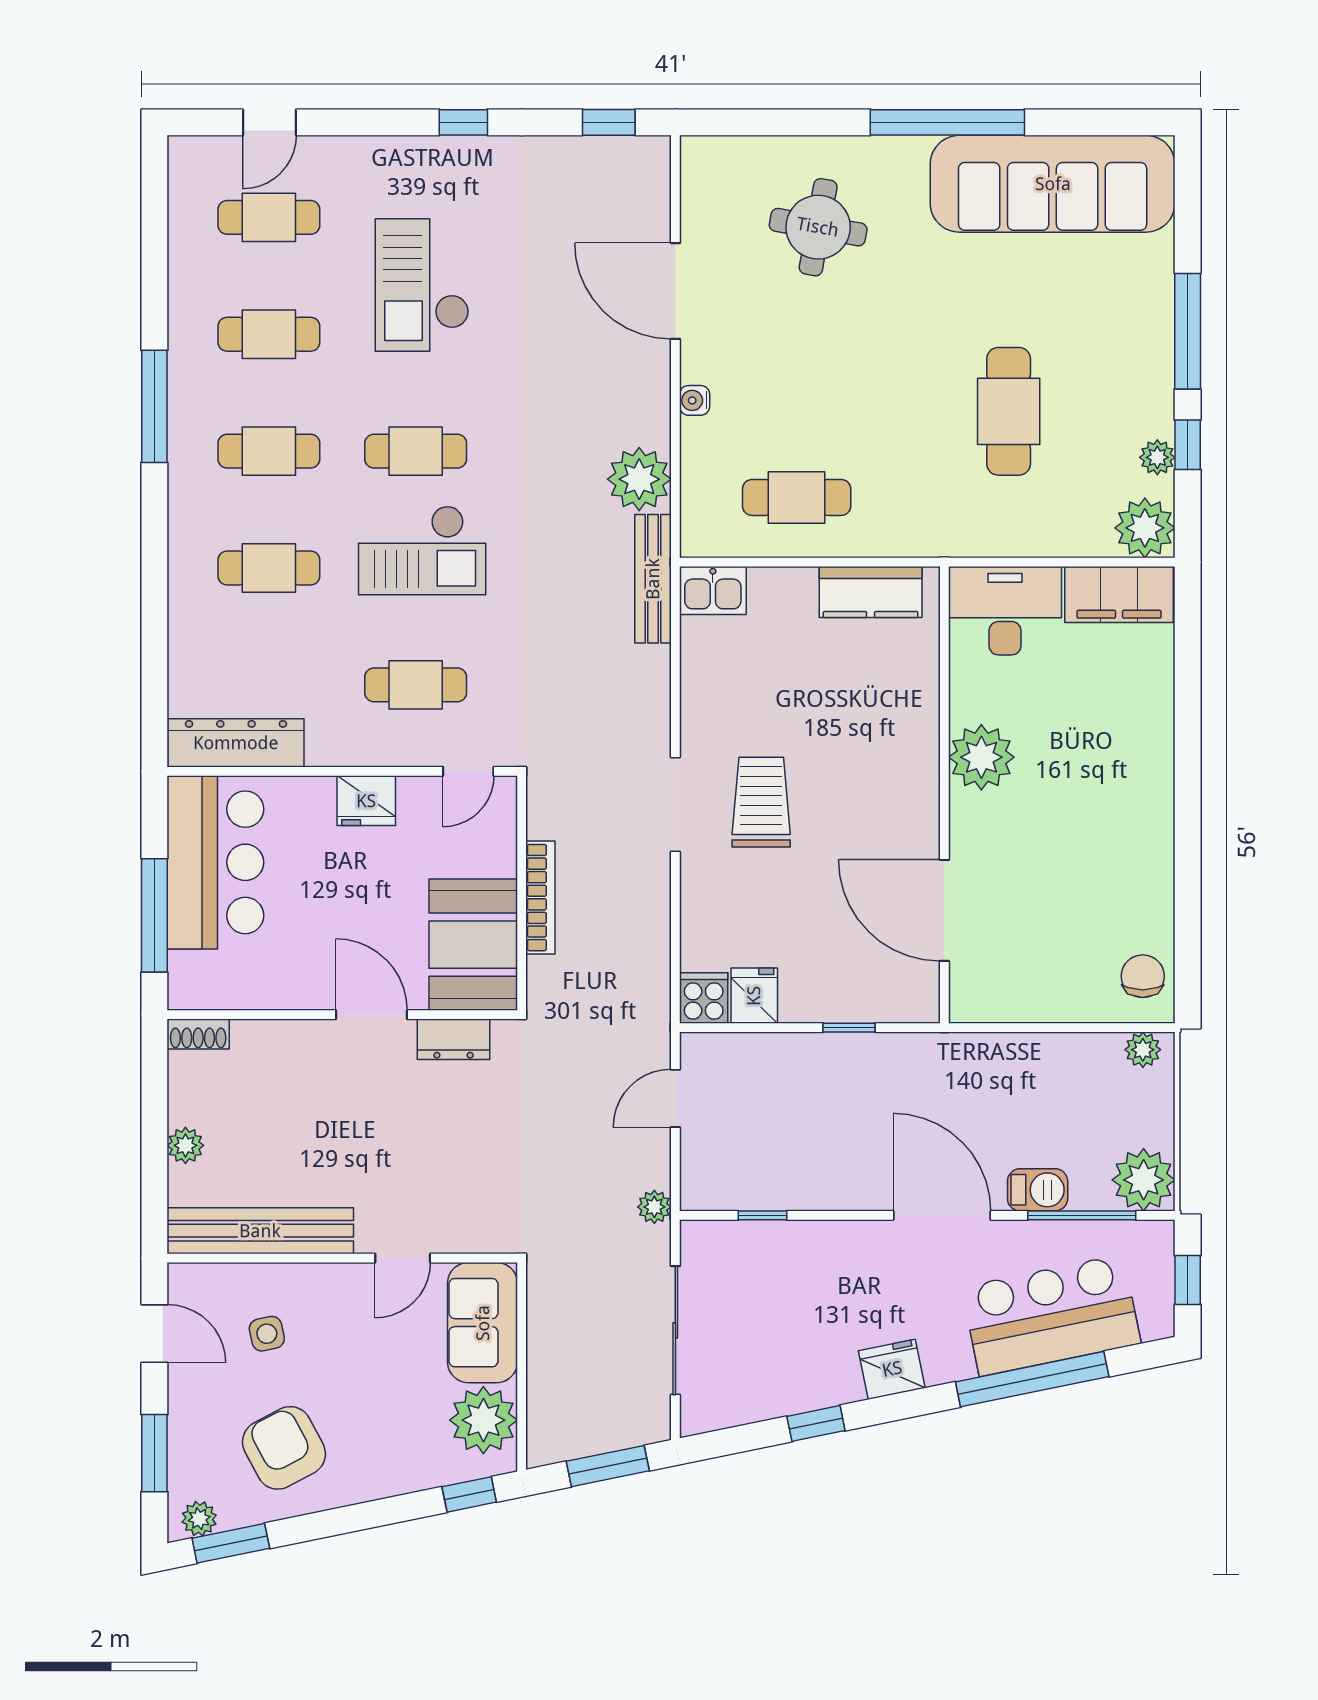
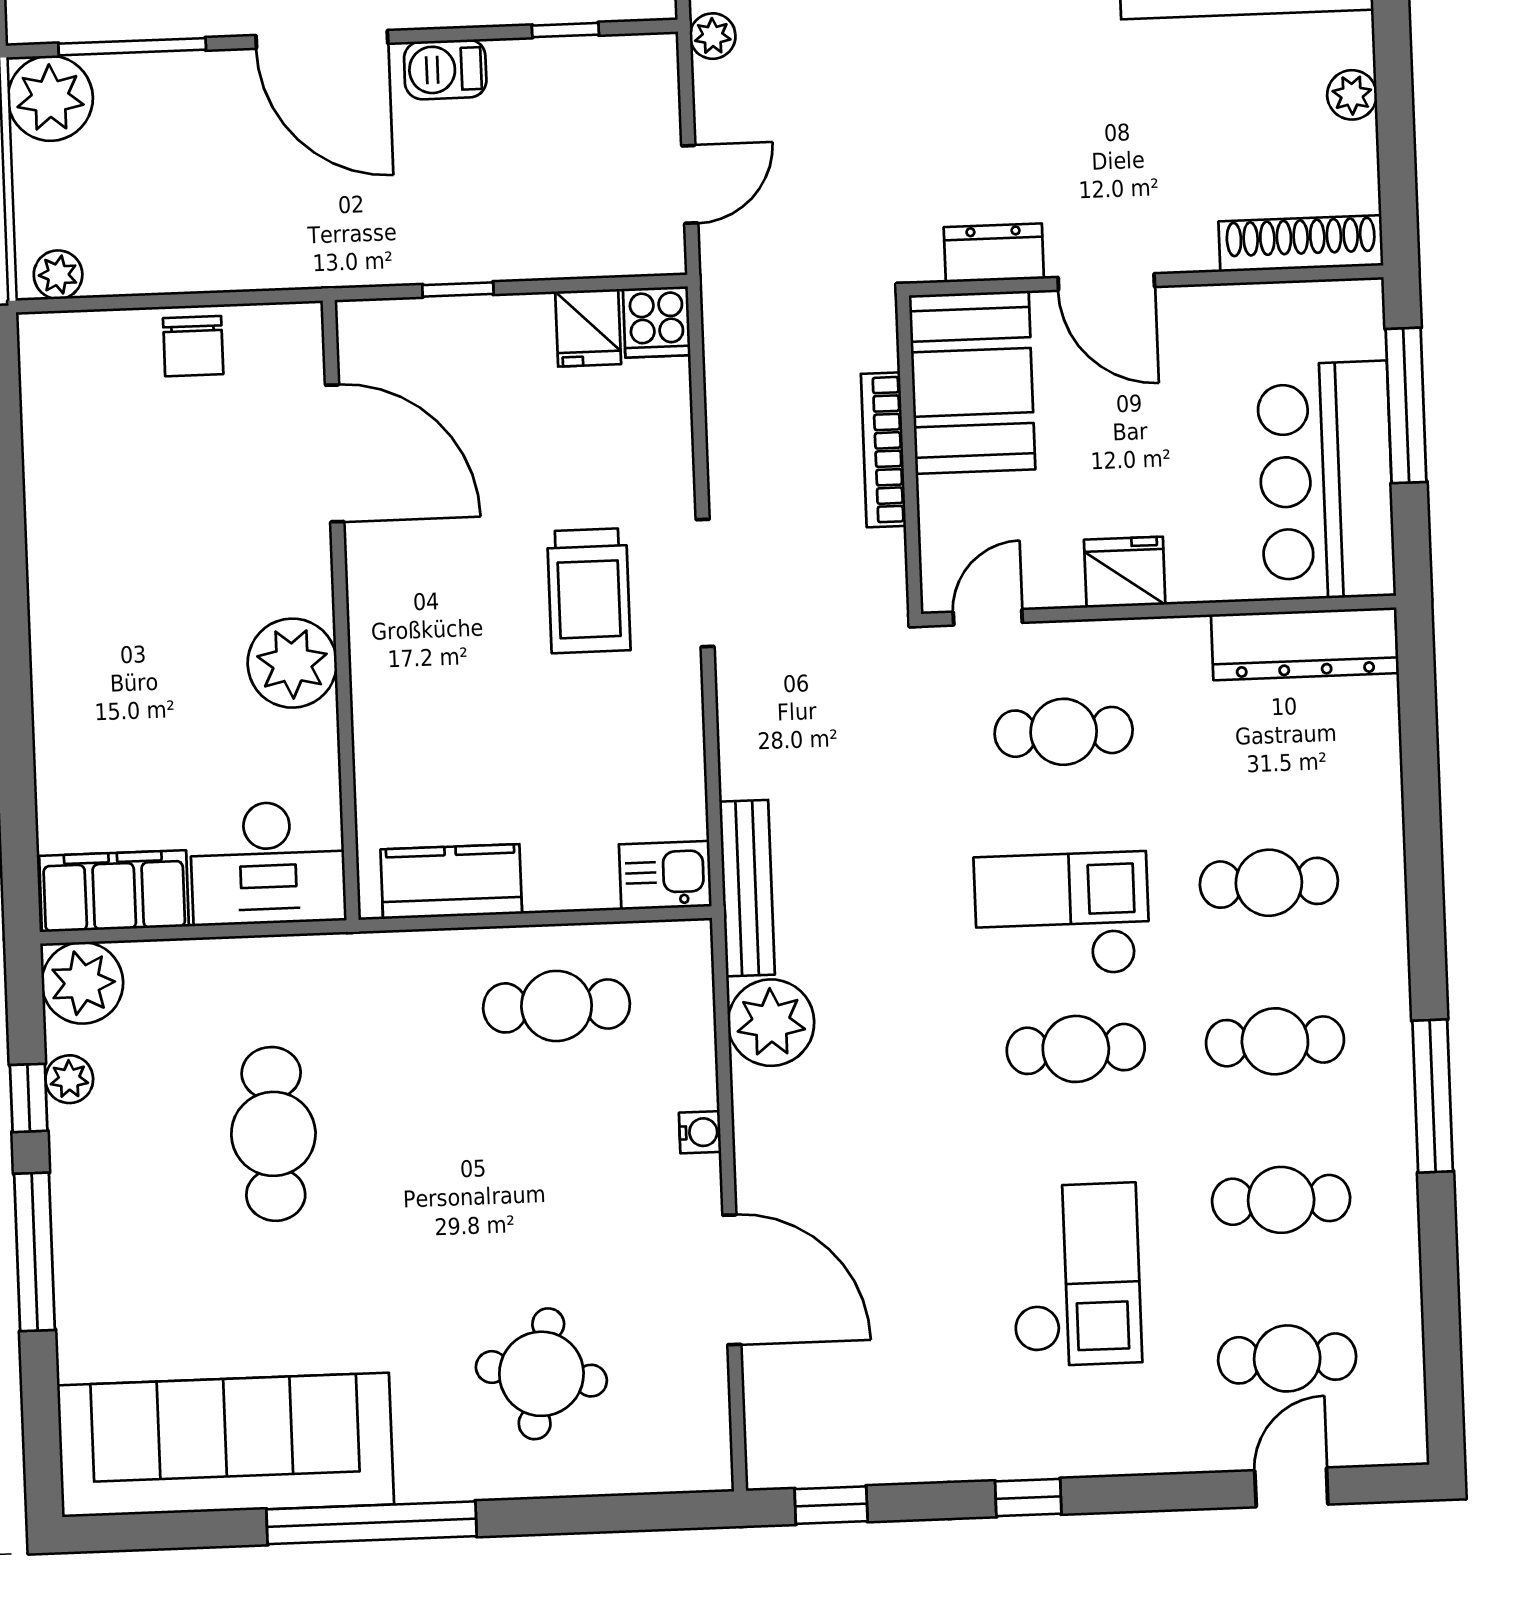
chair: (1143, 976) -> (193, 346), moved
shoe rack: (198, 1034) -> (1301, 243), width x1.94, depth x1.24
barbecue: (1038, 1190) -> (445, 69), moved

